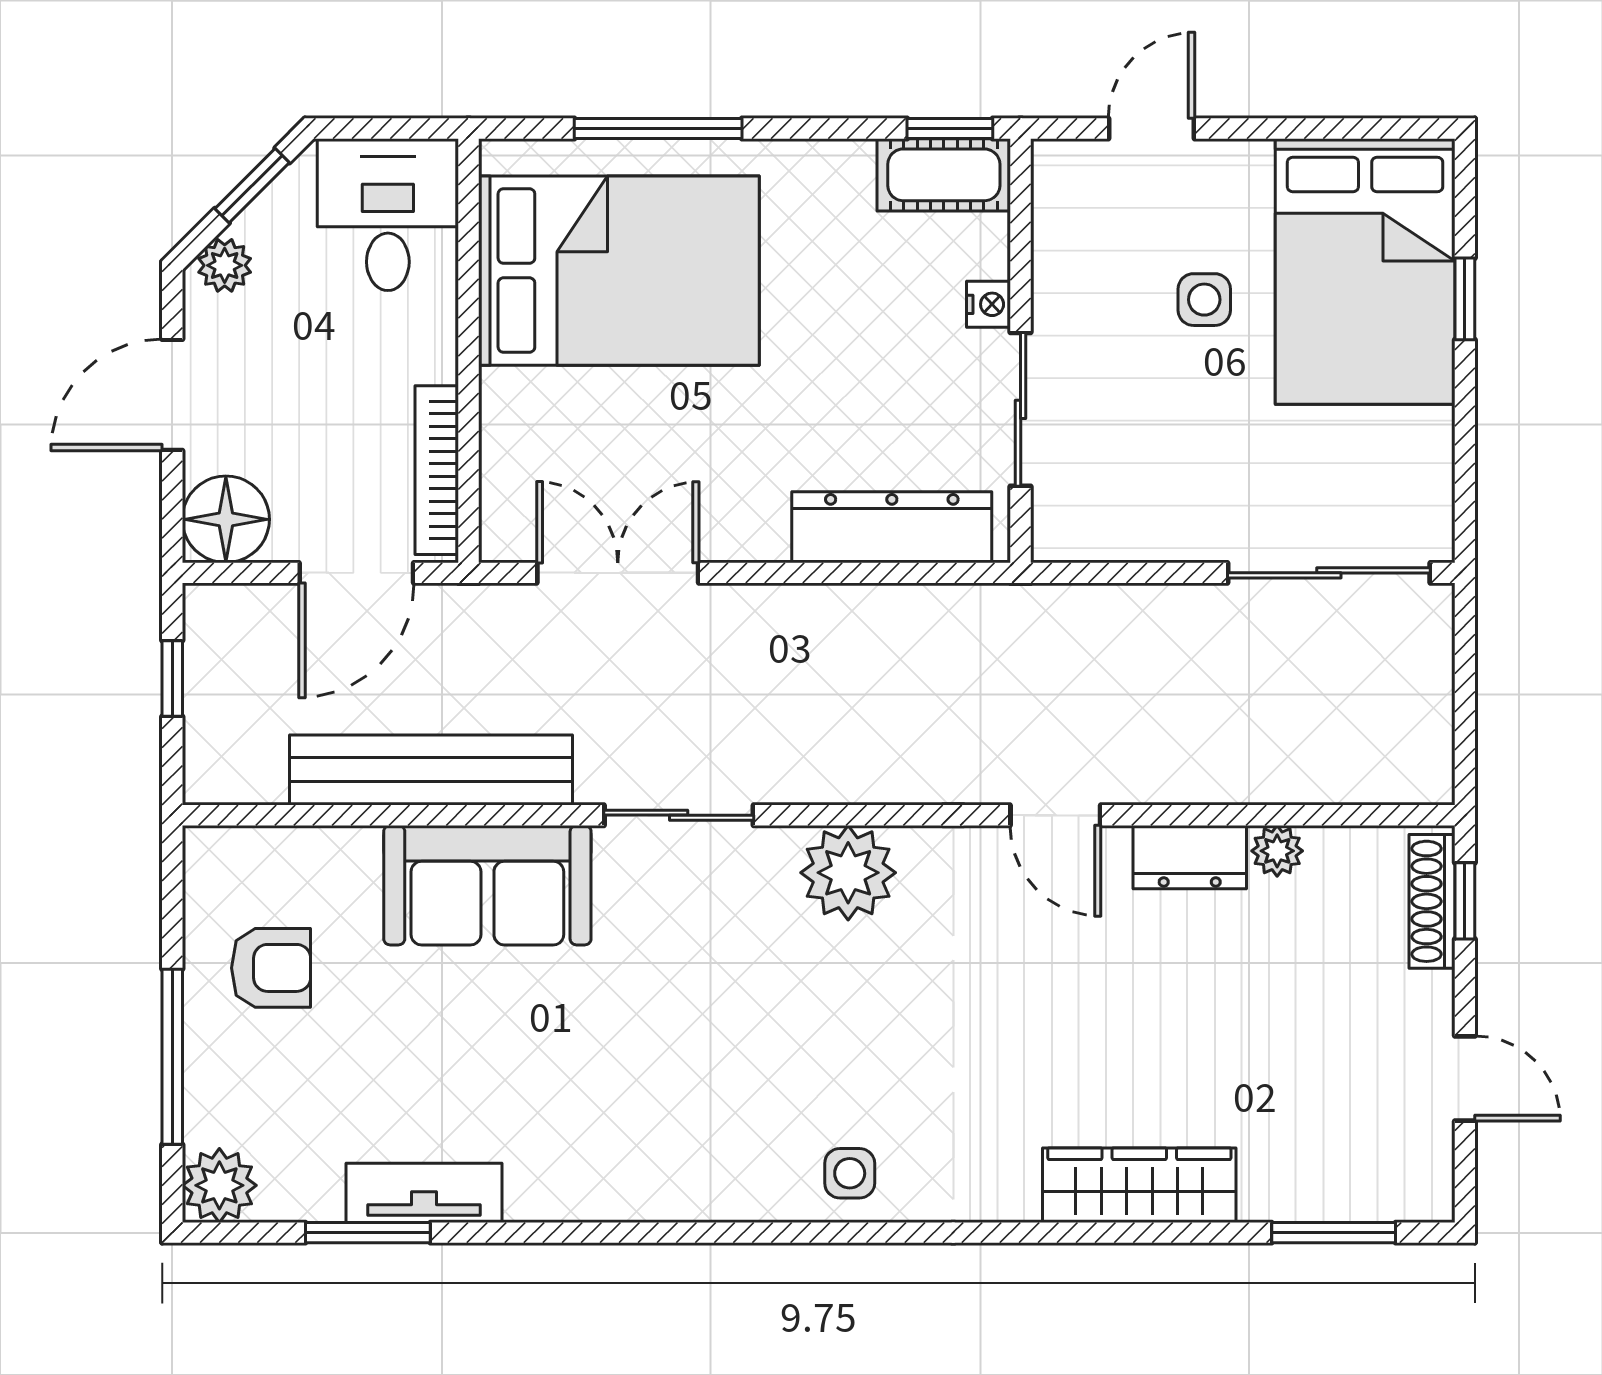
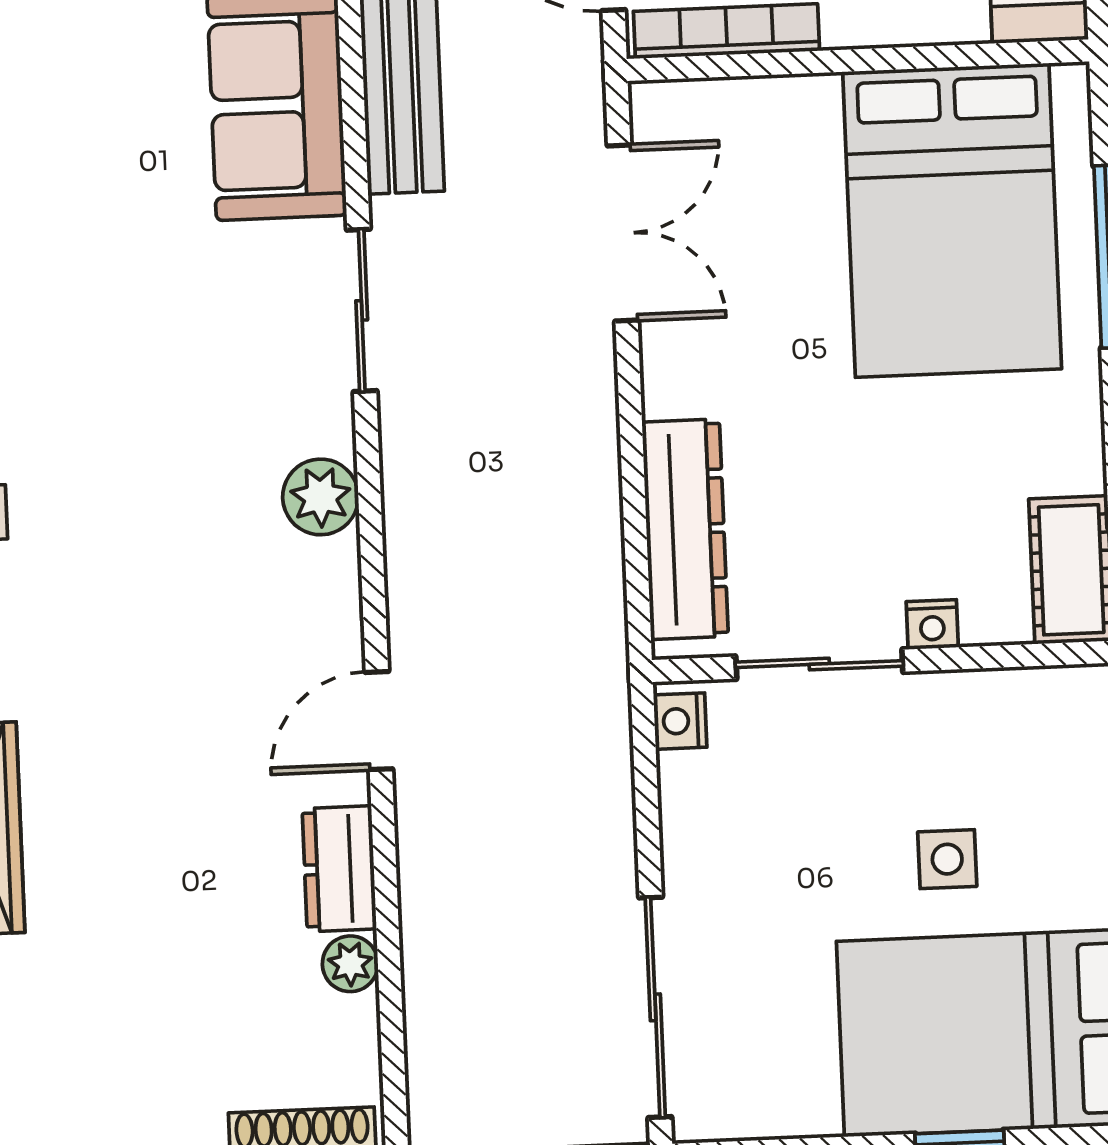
nightstand: (1067, 539) -> (680, 721), added
plant: (848, 873) -> (321, 497), width x0.73, depth x0.73

